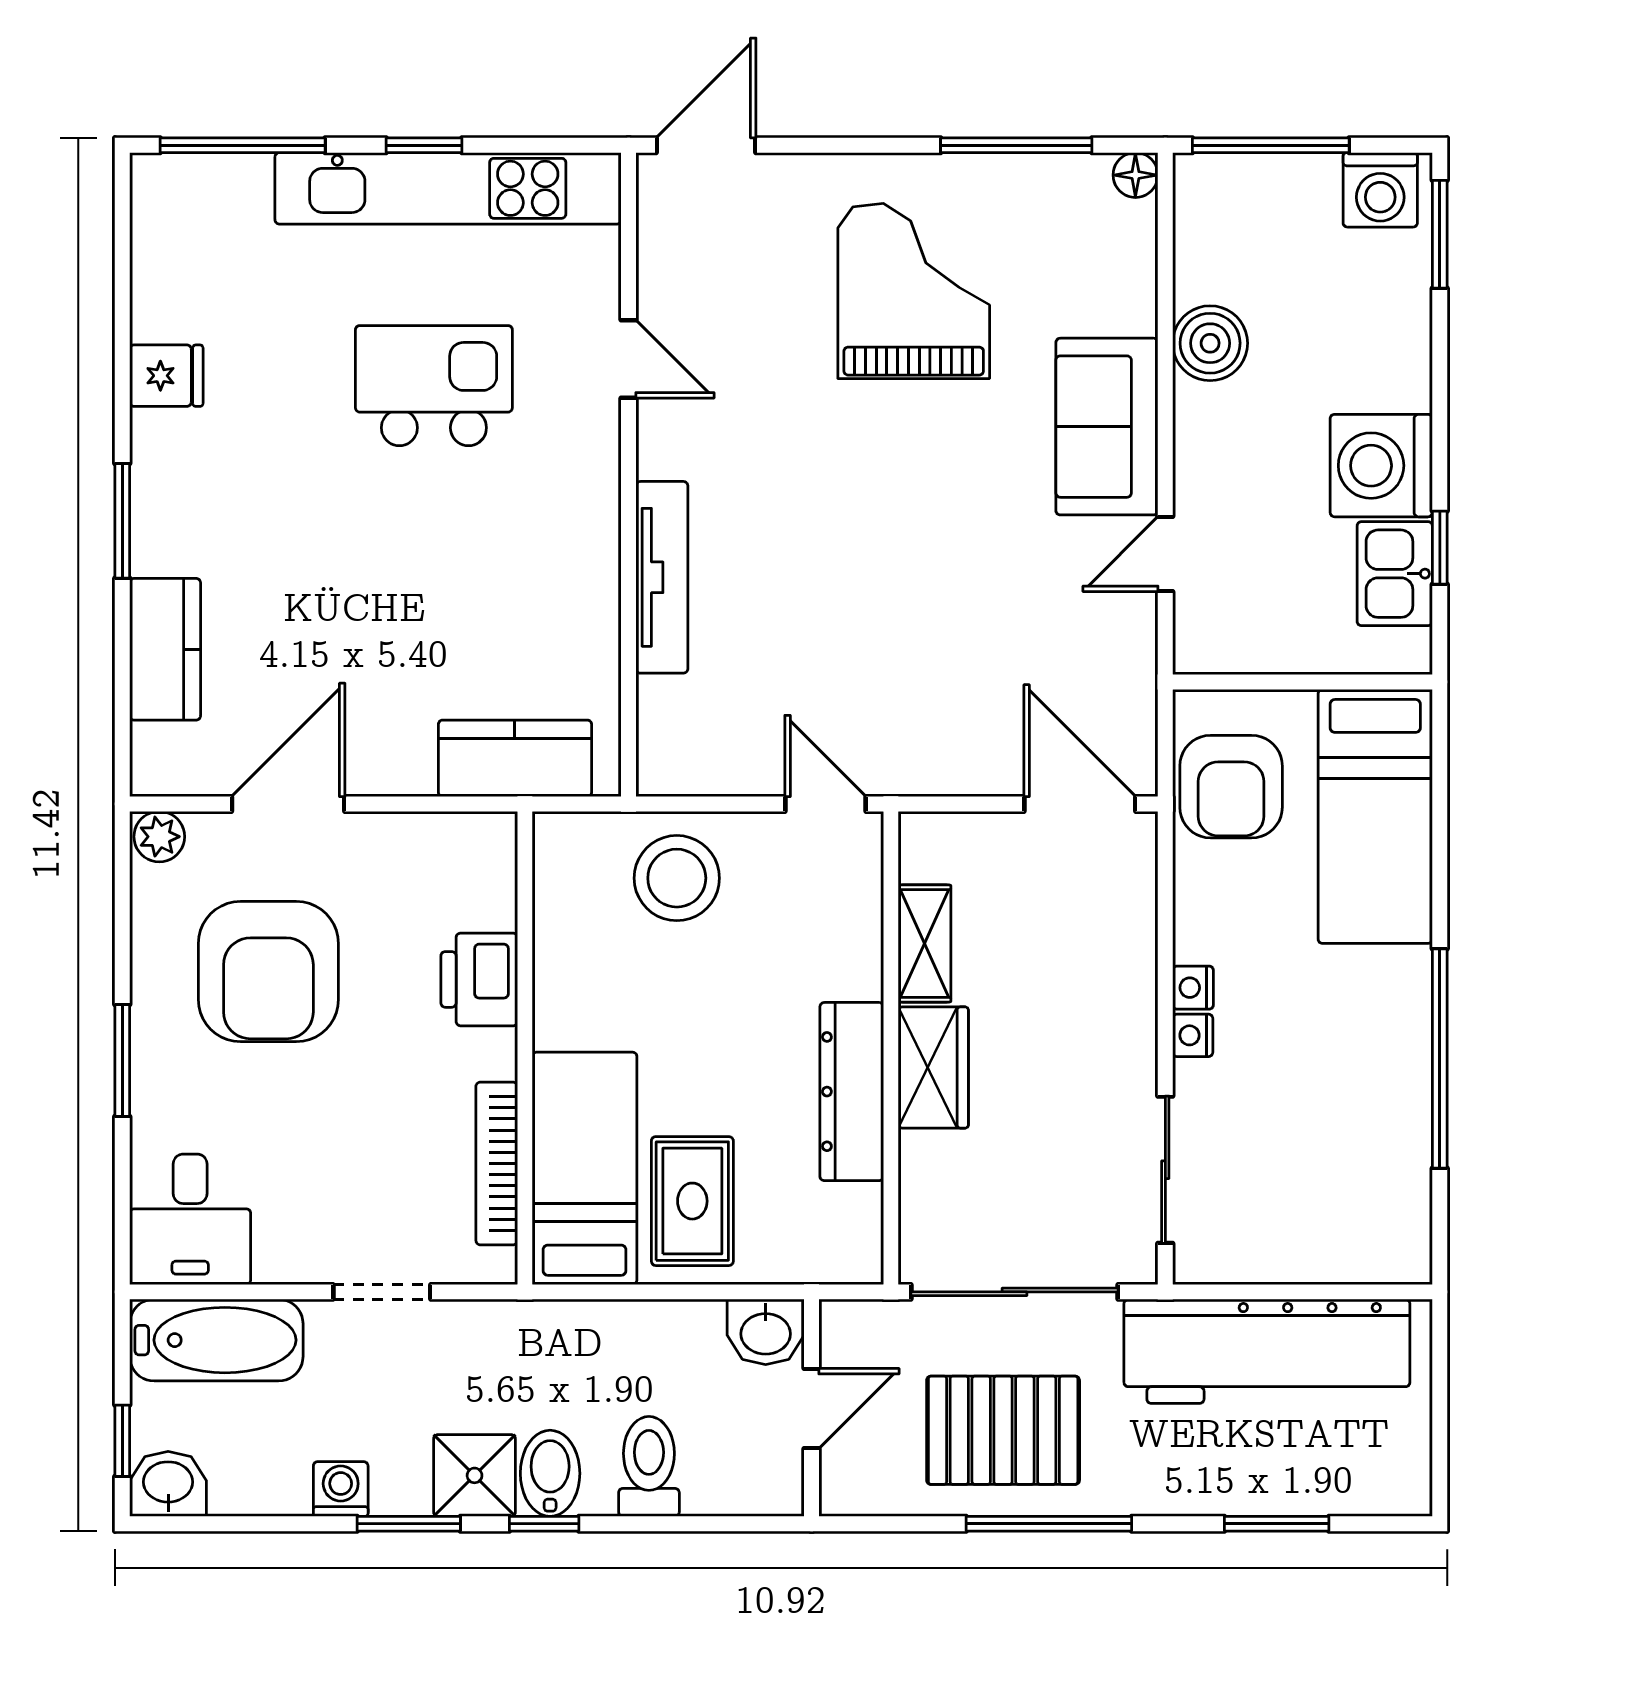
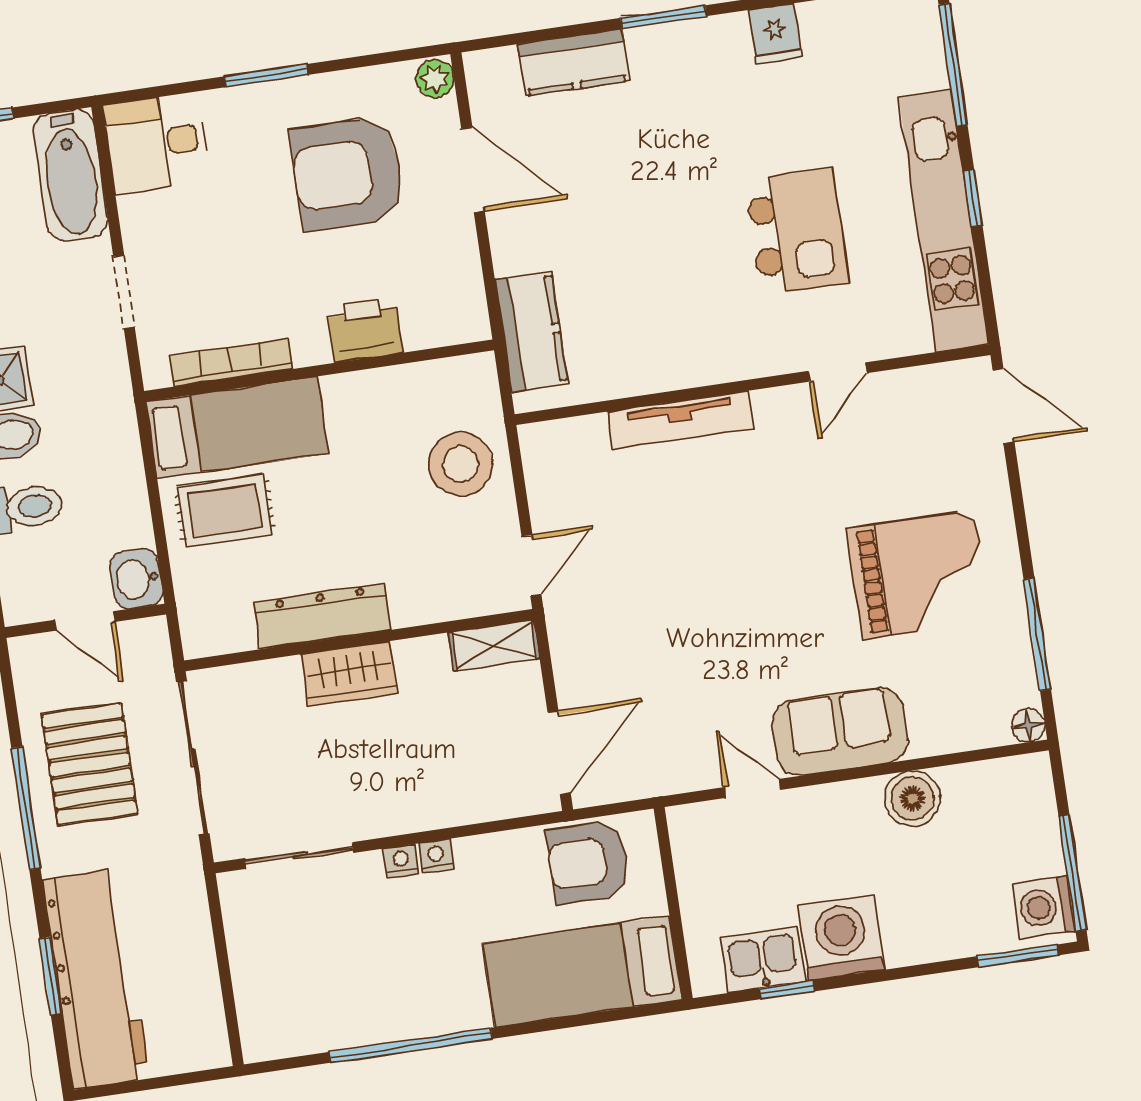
window: (1271, 145) -> (1072, 873), moved
shelving: (924, 944) -> (494, 646), moved
workbench: (1267, 1351) -> (96, 979), moved, turned 180

